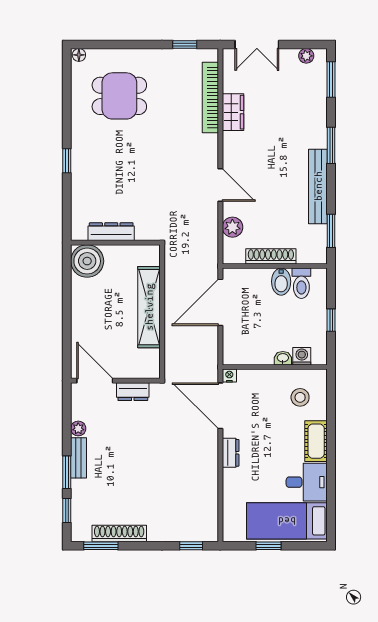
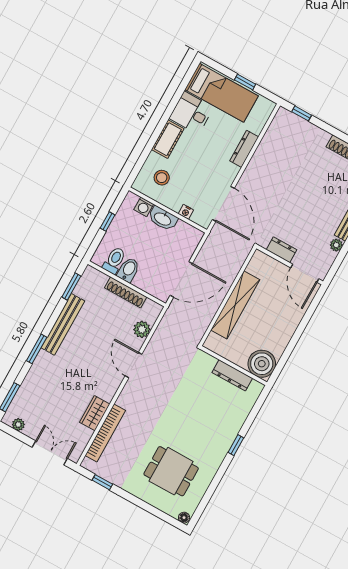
washbasin: (283, 358) -> (163, 219), width x1.91, depth x1.45
nightstand: (229, 376) -> (186, 212), moved
dresser: (231, 453) -> (244, 149), moved, width x1.44

